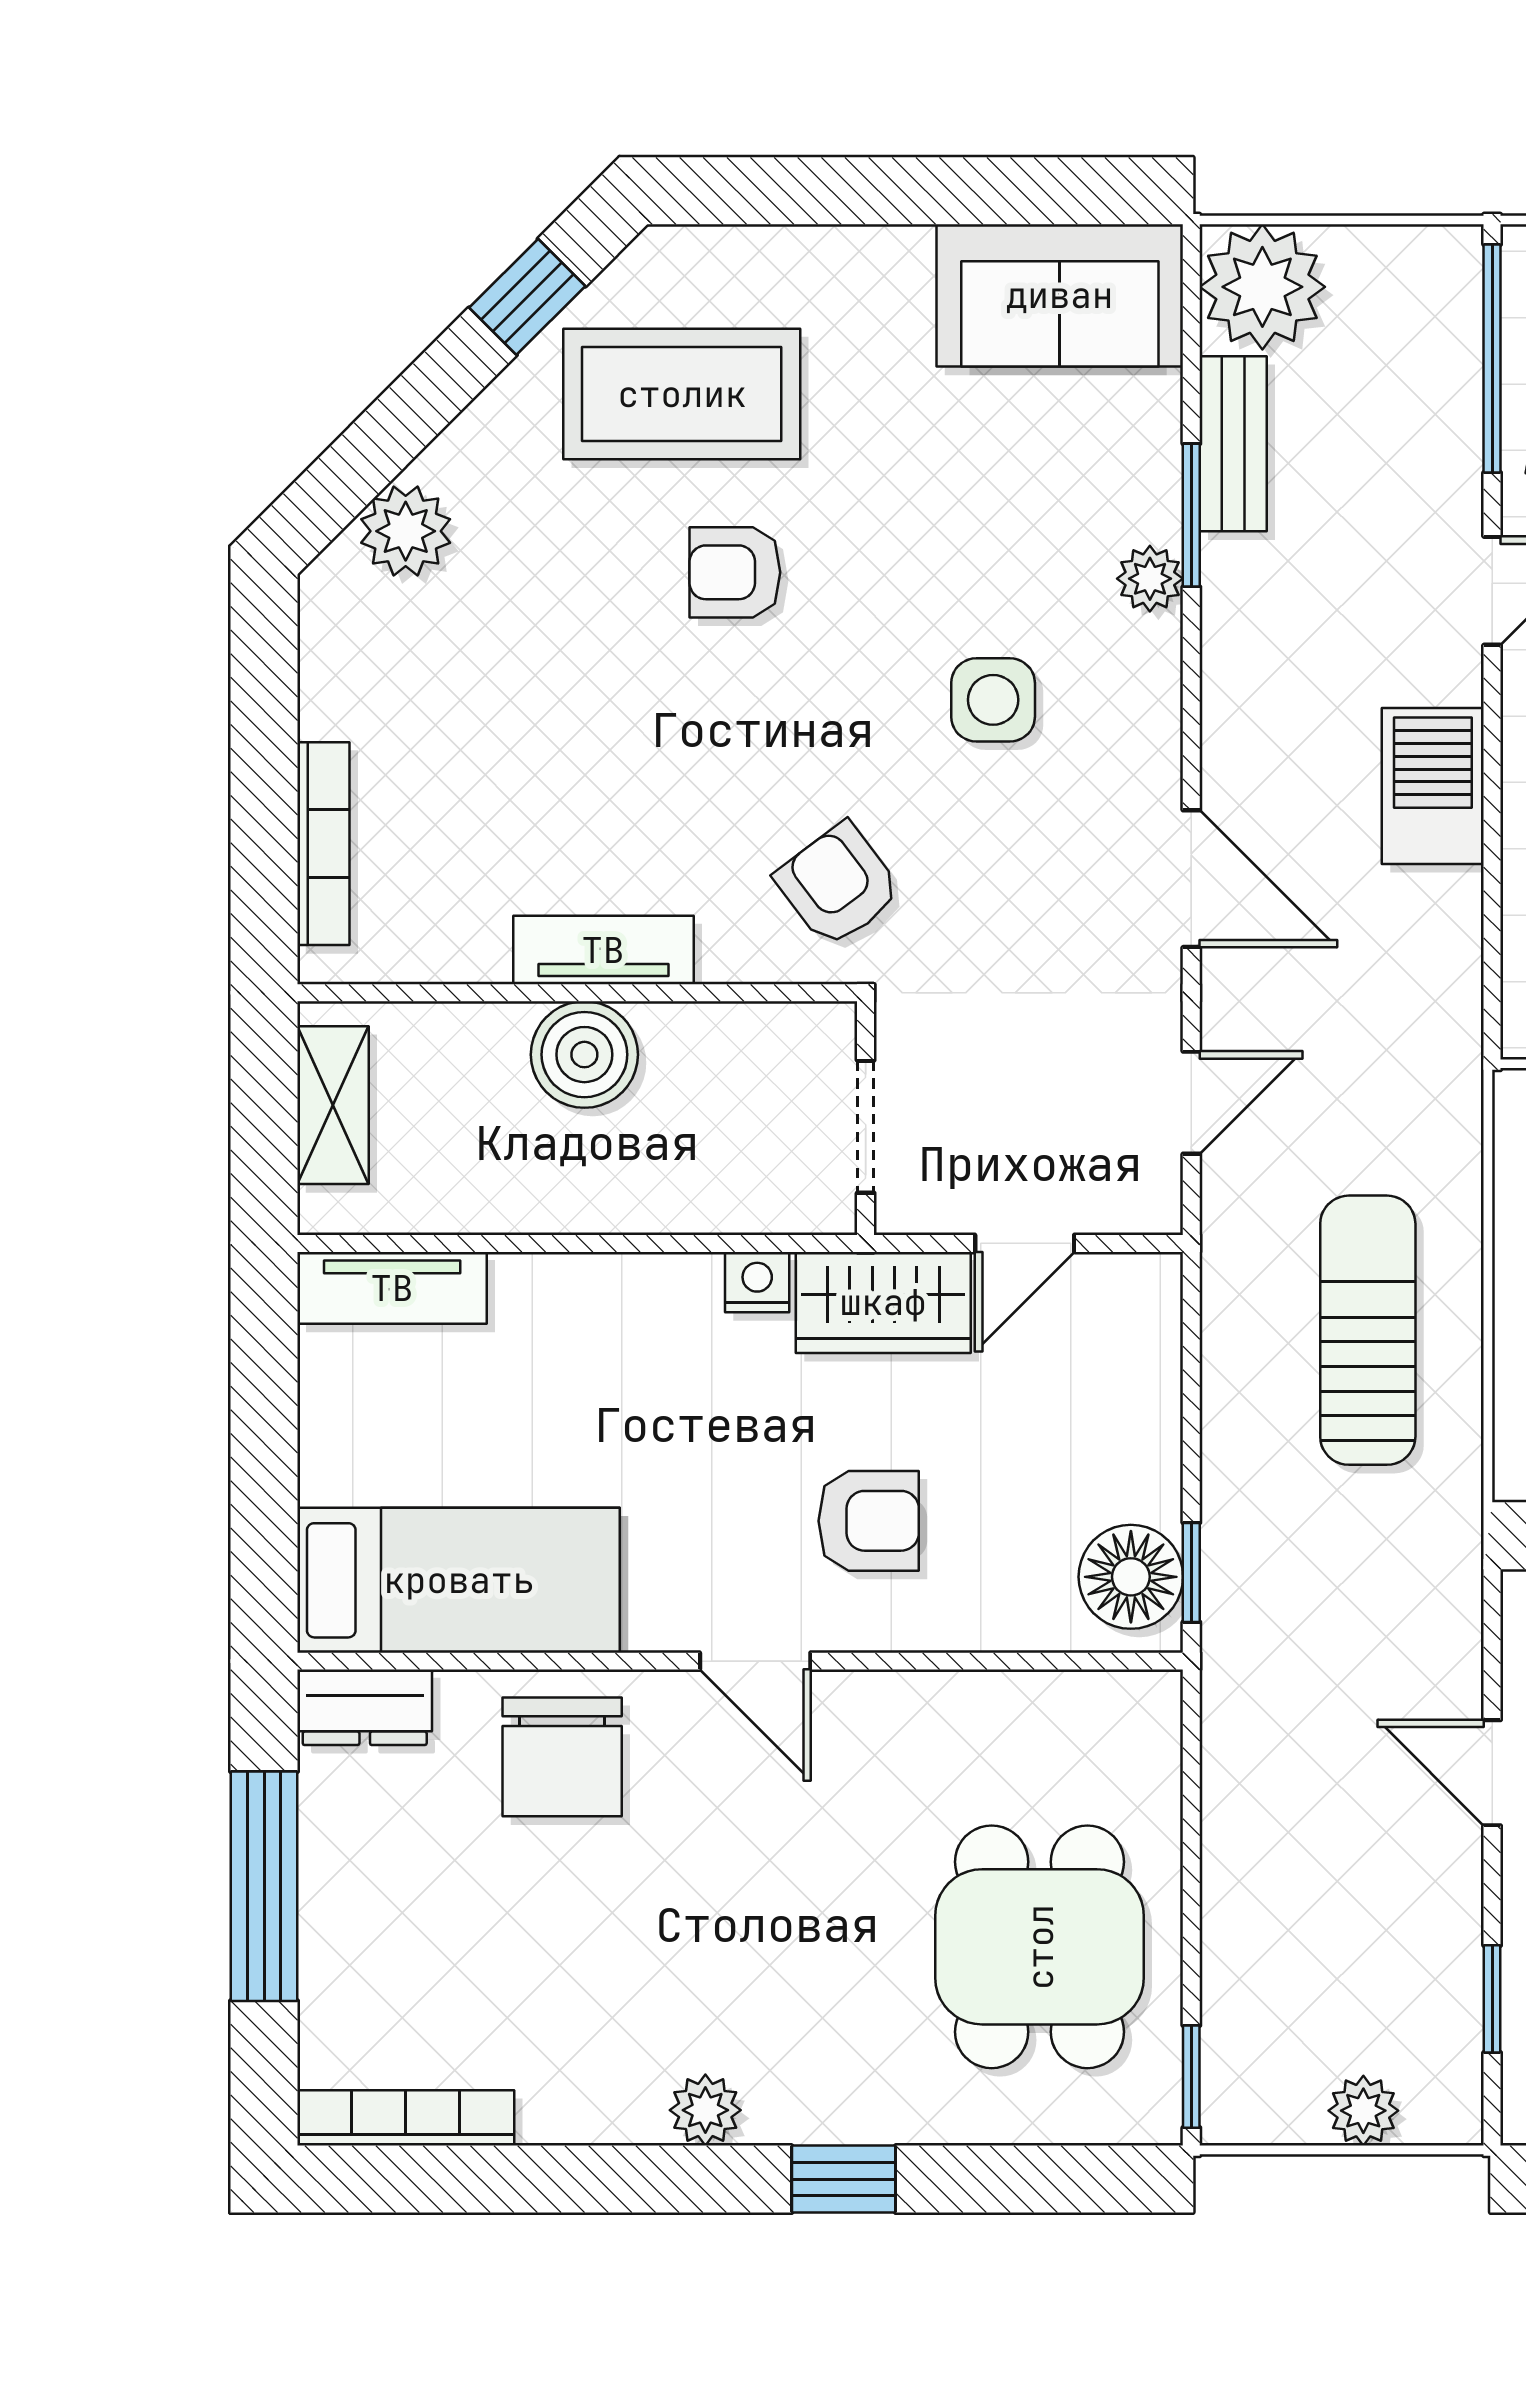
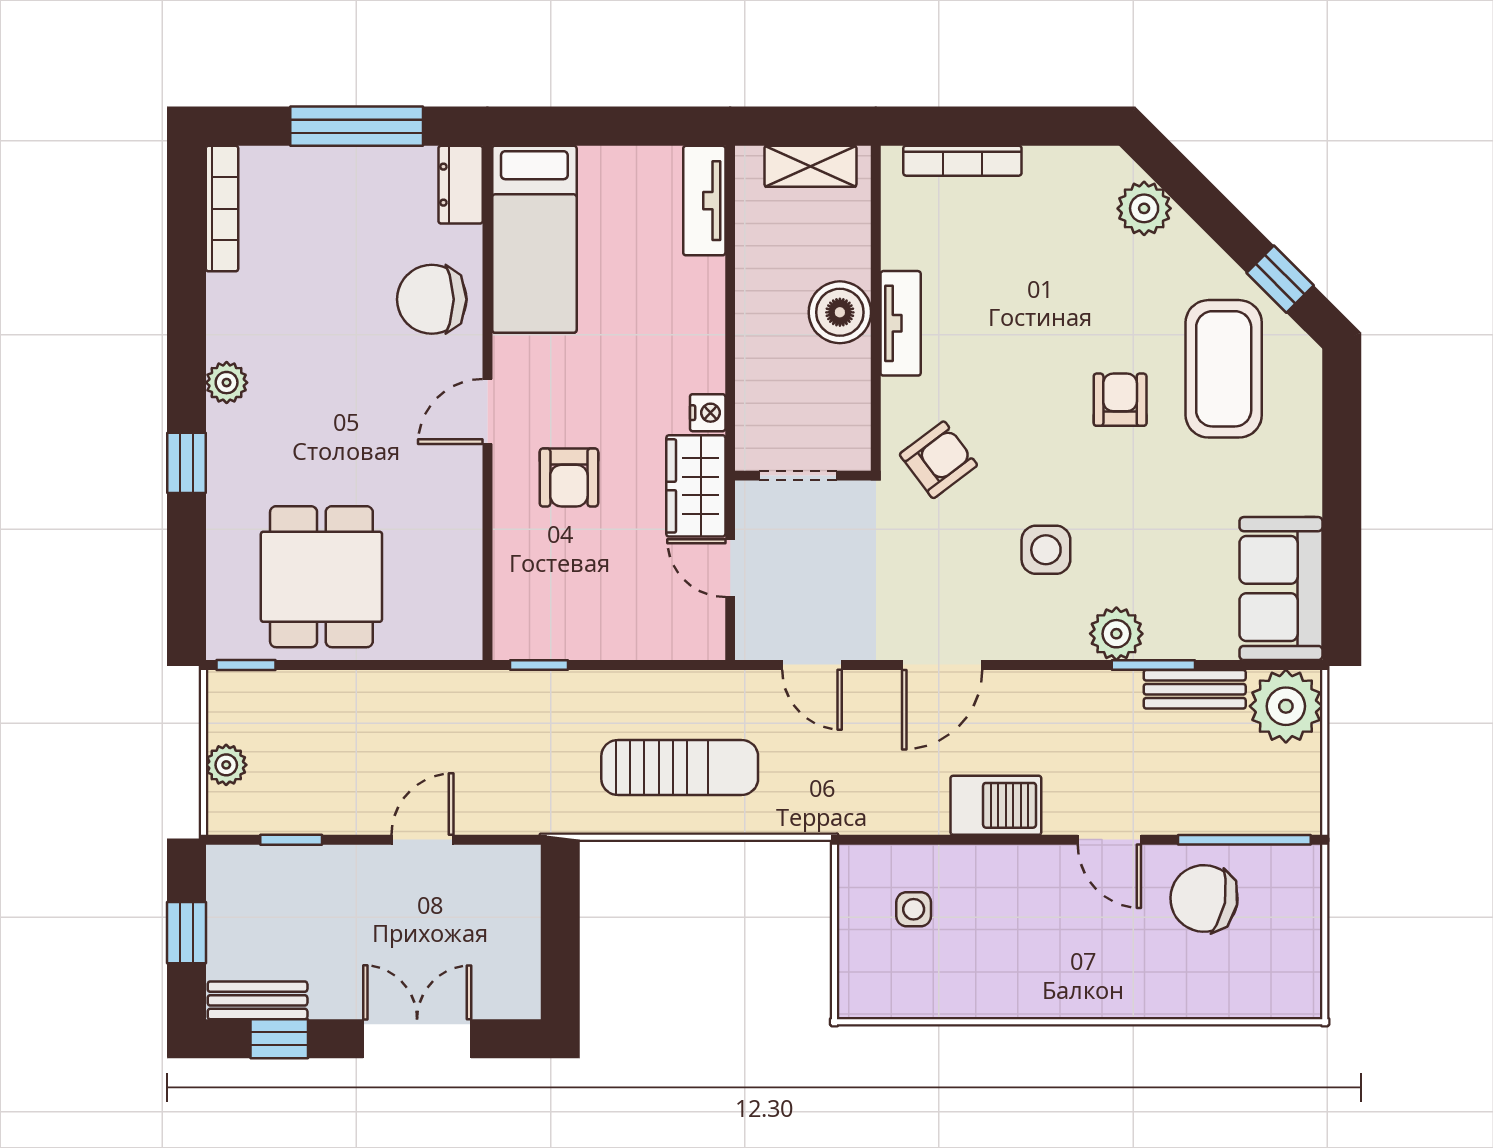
plant: (1150, 579) -> (1116, 634), width x1.38, depth x1.38
floor lamp: (1131, 1577) -> (536, 630), removed
dining table: (1040, 1947) -> (321, 577), turned 90

